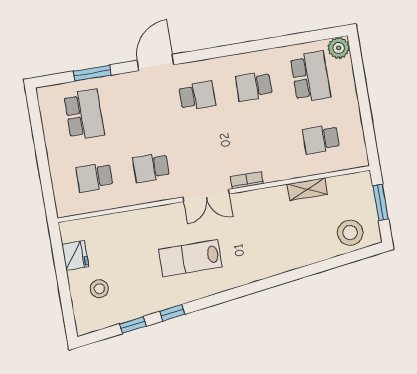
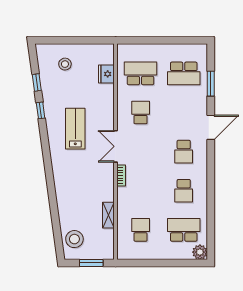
door: (156, 63) -> (211, 127), hinge flipped
school desk: (310, 77) -> (184, 230), turned 180
school desk: (254, 86) -> (184, 191), turned 180
school desk: (94, 177) -> (141, 73), width x1.85
fridge: (75, 255) -> (106, 74), moved, turned 90

